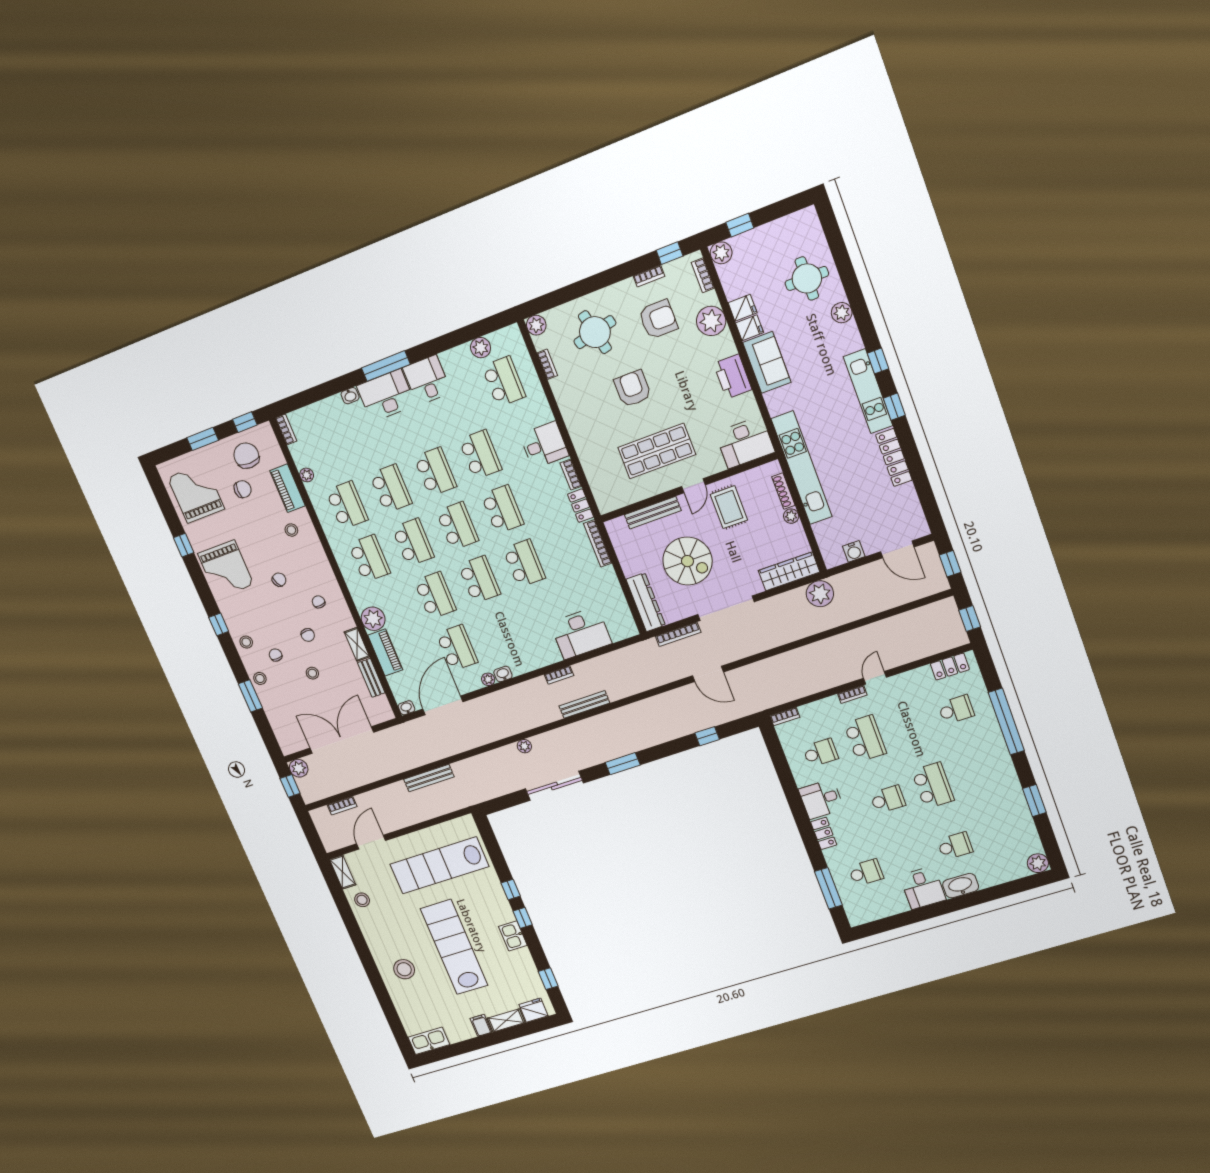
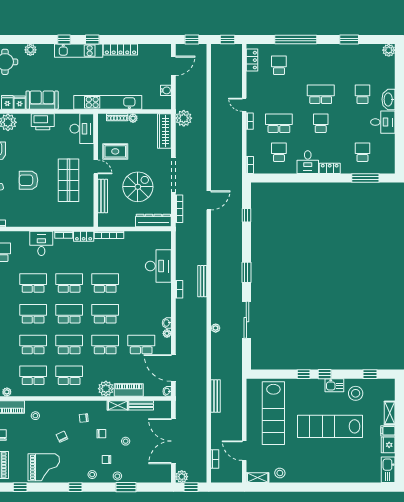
stool: (404, 969) -> (356, 393), moved
fridge: (533, 1010) -> (388, 445), moved

